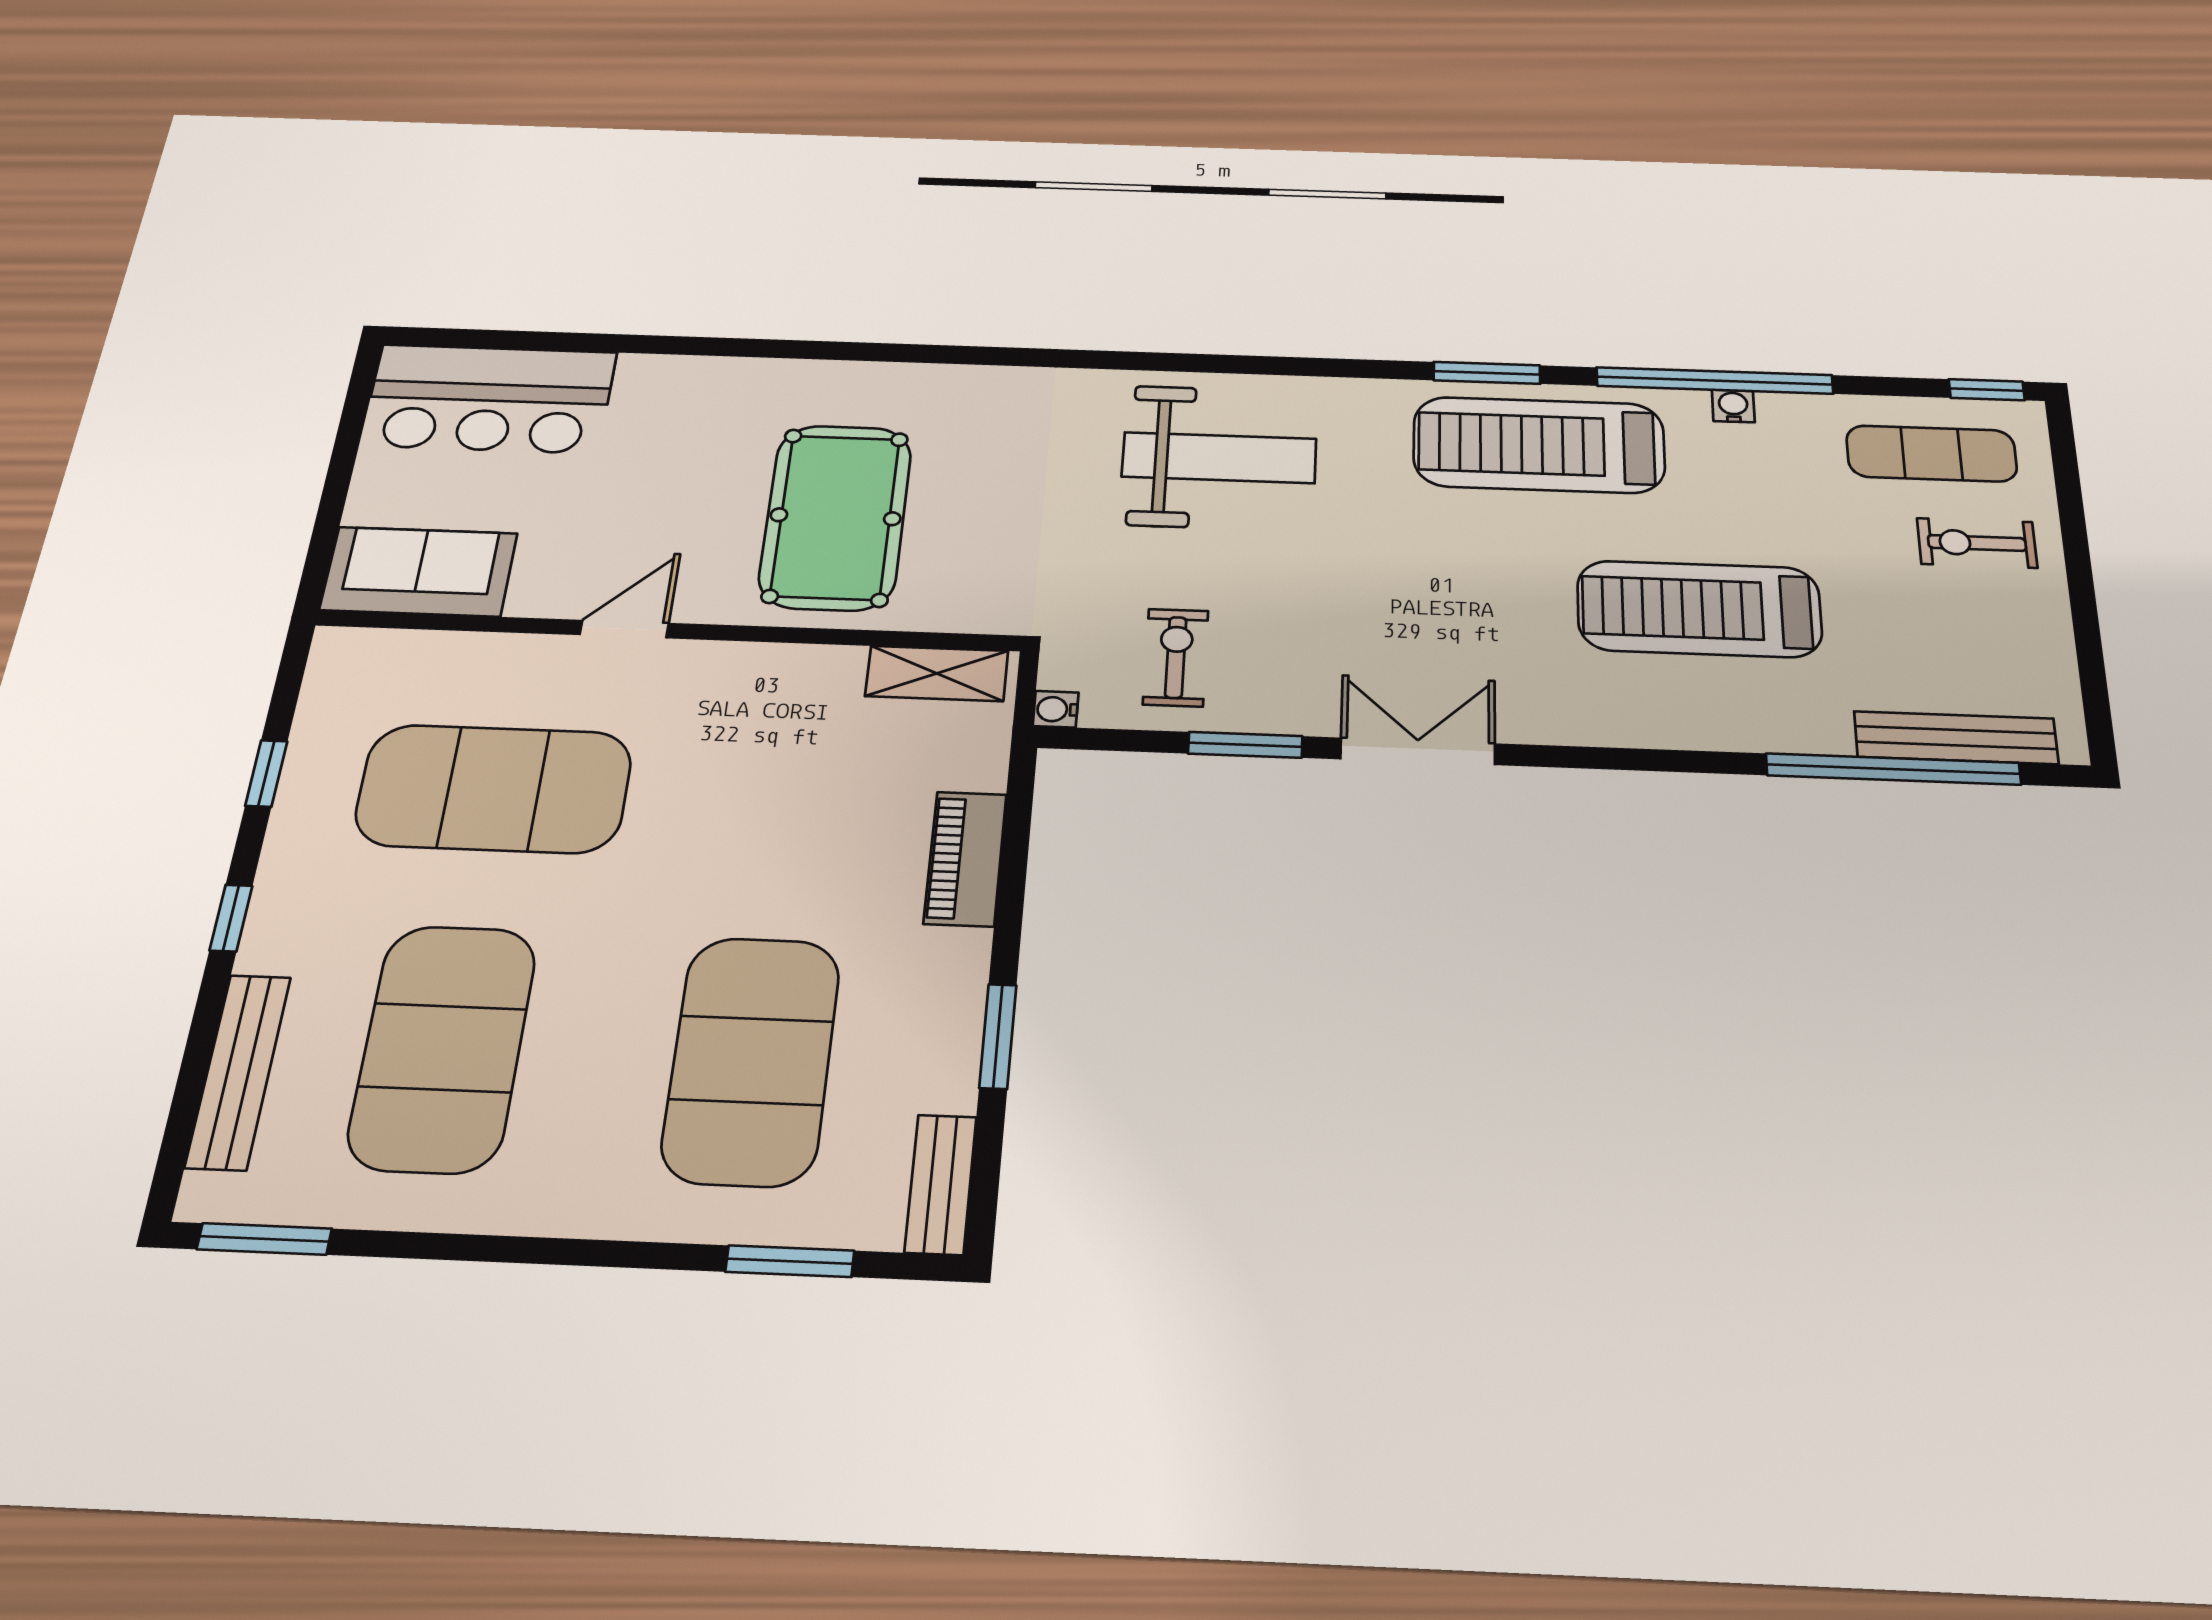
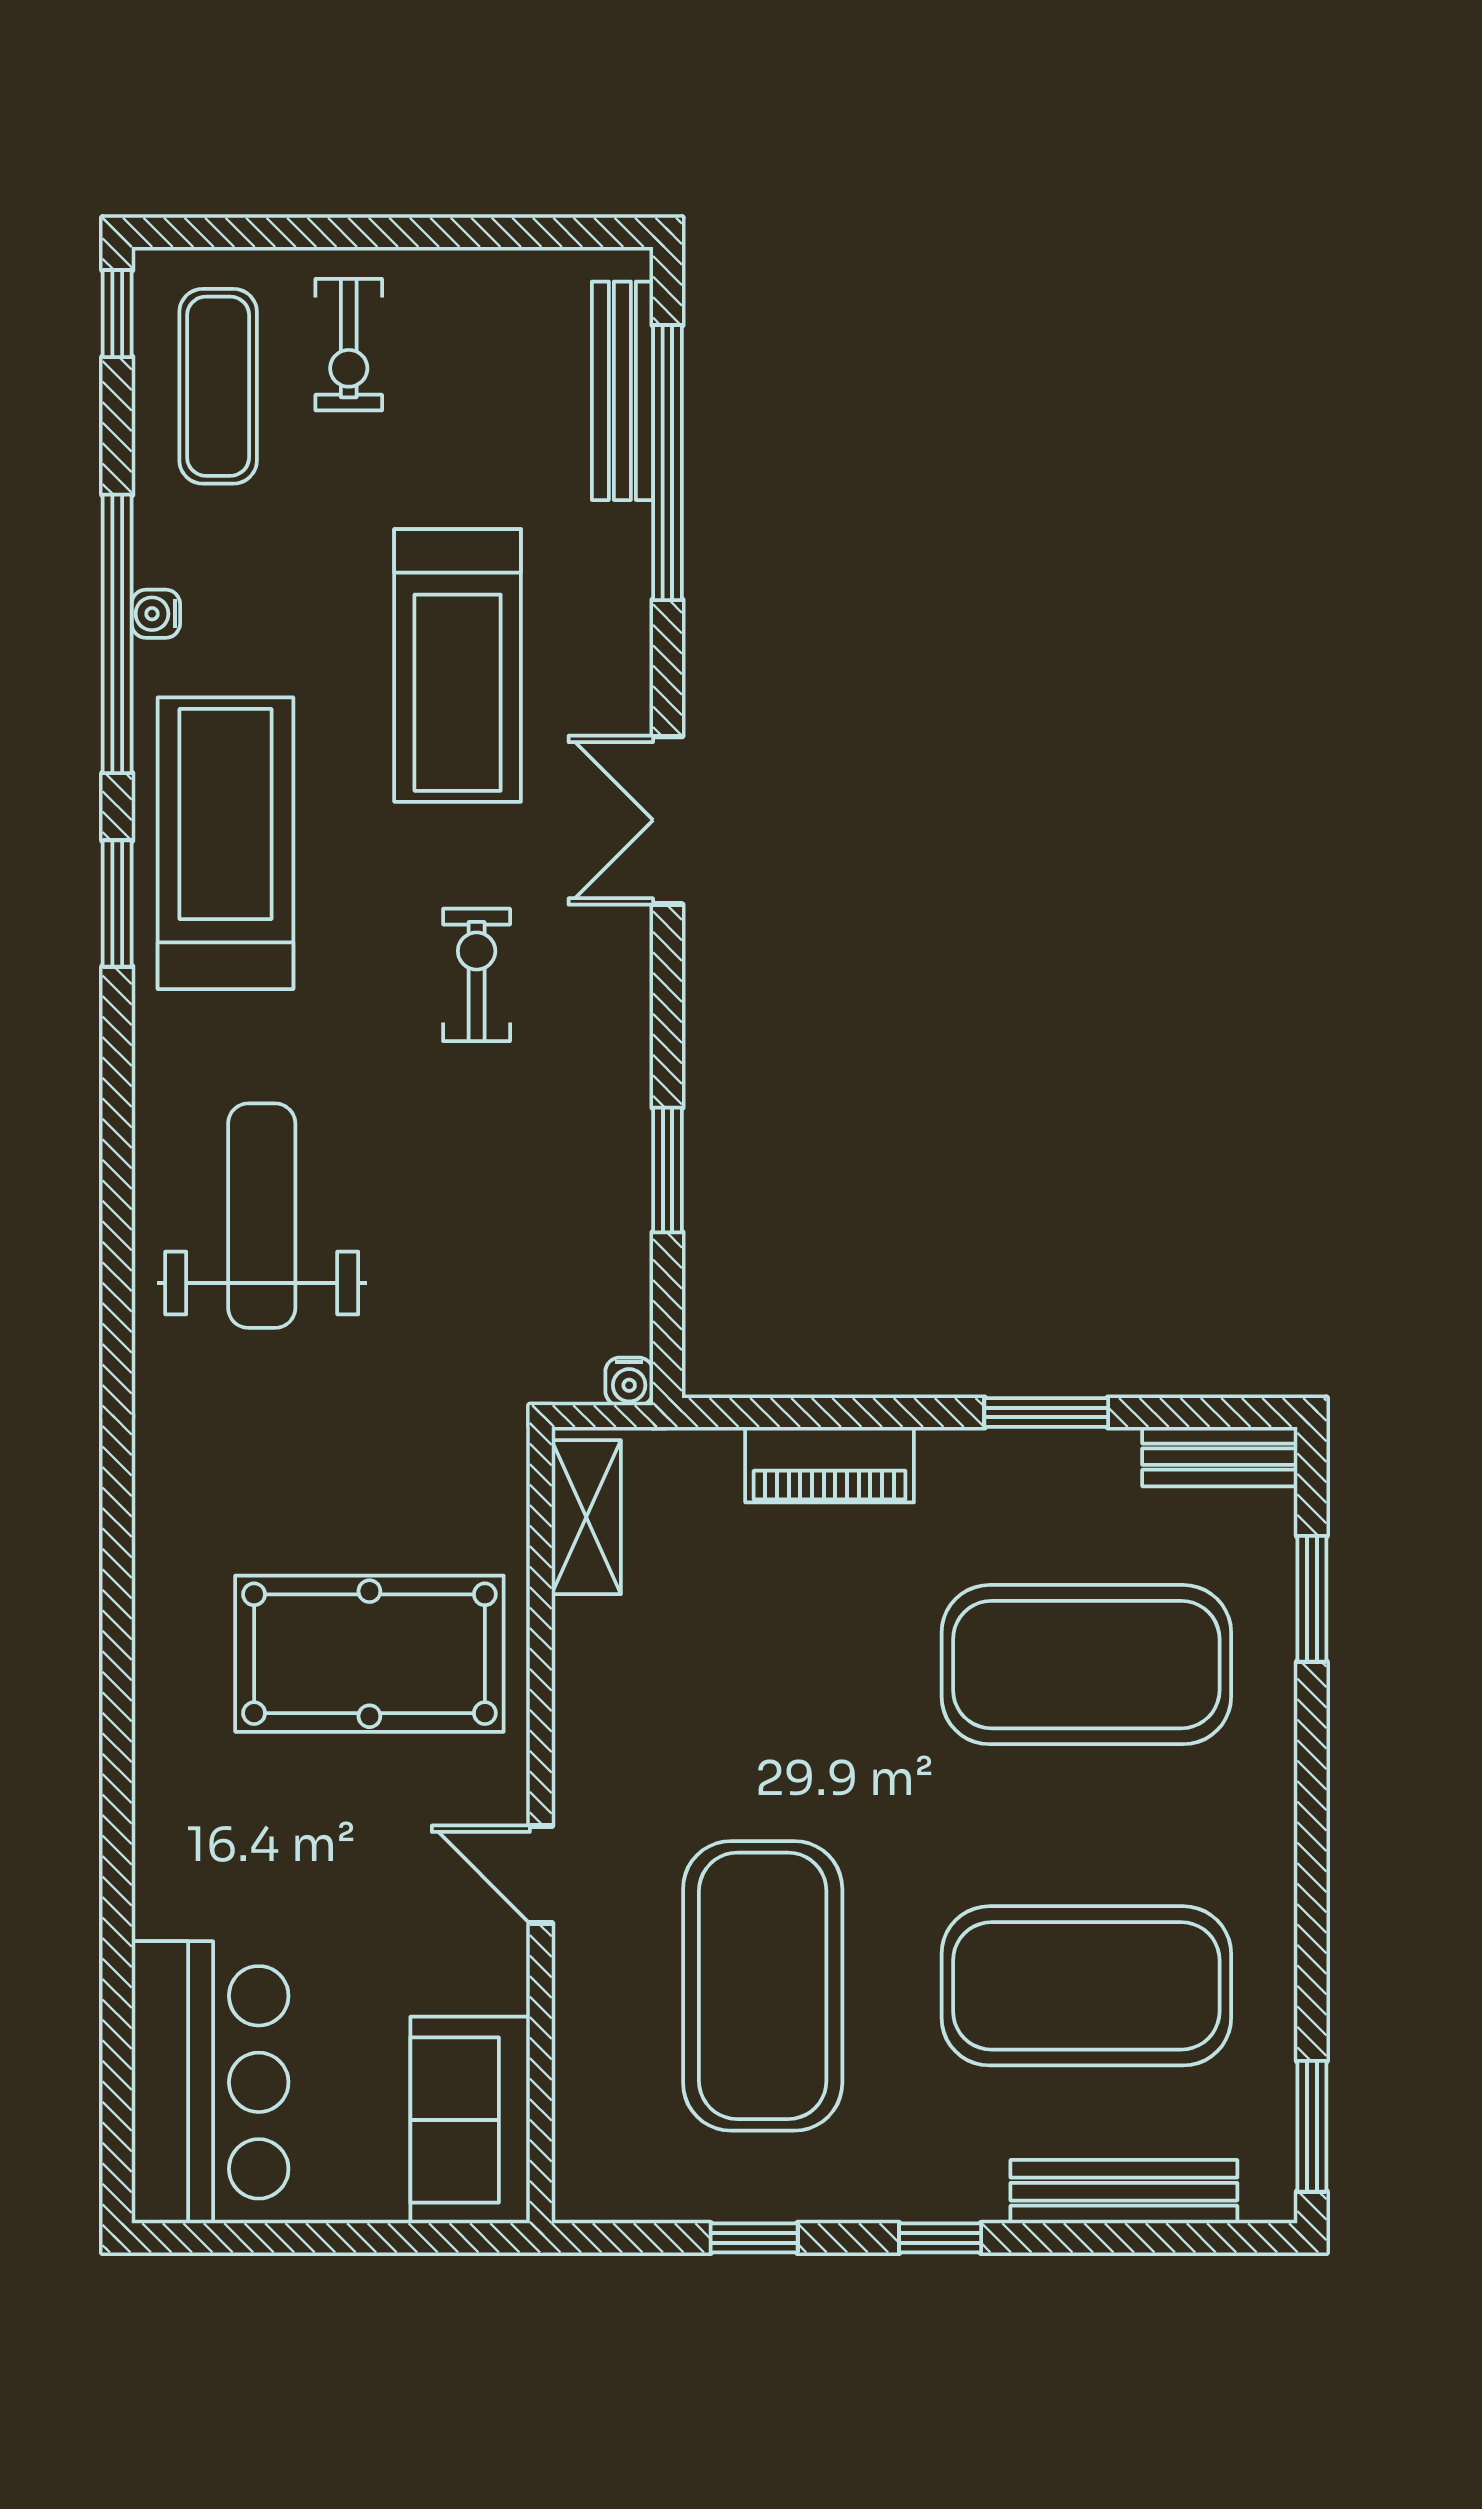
treadmill: (1539, 445) -> (225, 843), turned 180
exercise bike: (1176, 657) -> (477, 975), moved, turned 90
double door: (1418, 751) -> (667, 820), moved

